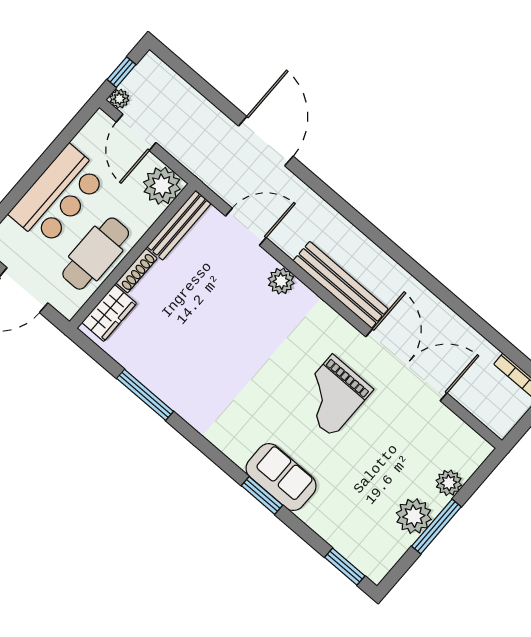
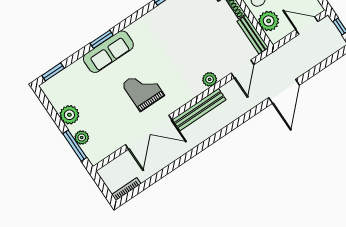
plant: (119, 99) -> (327, 22), removed
door: (266, 141) -> (284, 91), hinge flipped
plant: (162, 186) -> (269, 21), moved
sofa: (281, 477) -> (108, 52), width x1.36
window: (436, 526) -> (75, 146), moved

